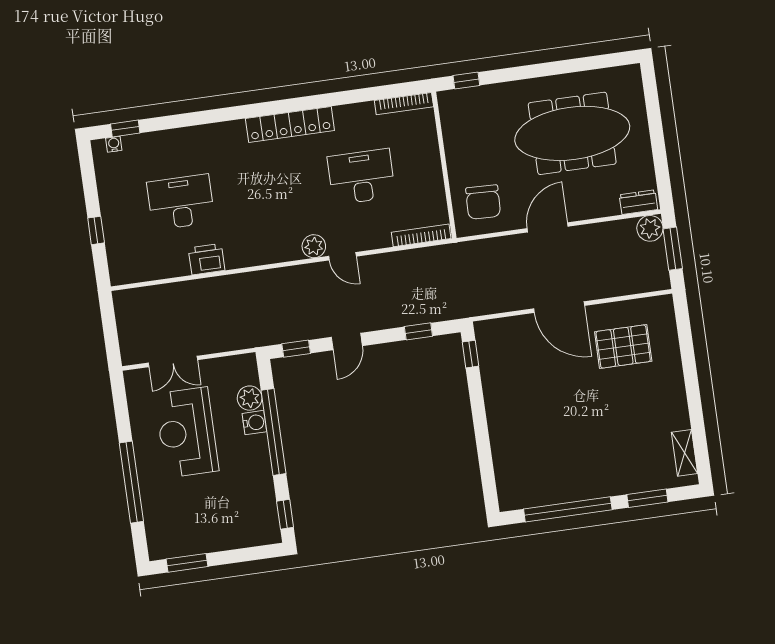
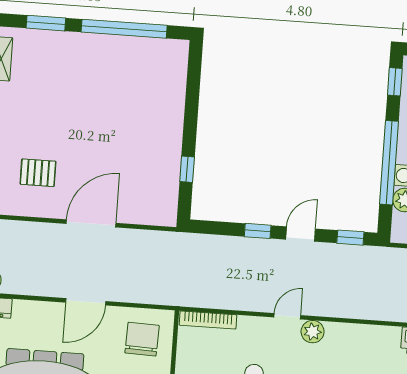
door: (342, 256) -> (287, 316), hinge flipped
door: (559, 307) -> (91, 223), hinge flipped
window: (418, 331) -> (258, 231), moved
pallet: (623, 346) -> (38, 173), width x0.67, depth x0.71
window: (471, 354) -> (187, 169), moved

